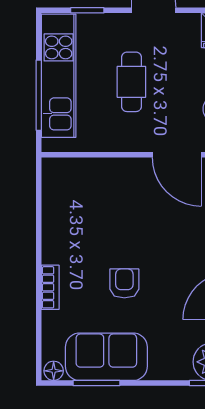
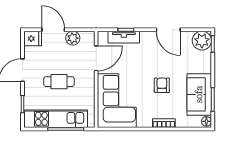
corner sofa: (94, 195) -> (117, 101), added
armchair: (124, 283) -> (162, 85), turned 90

